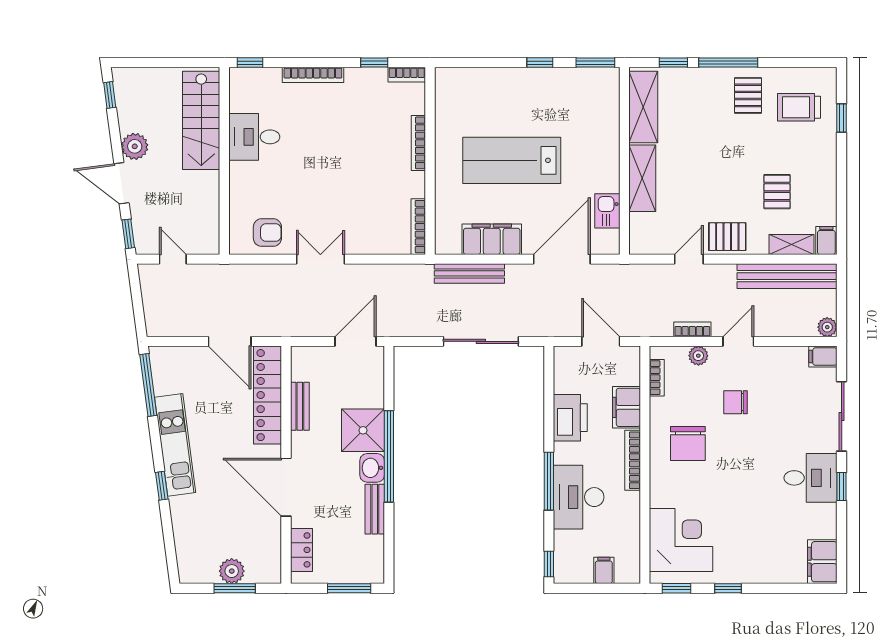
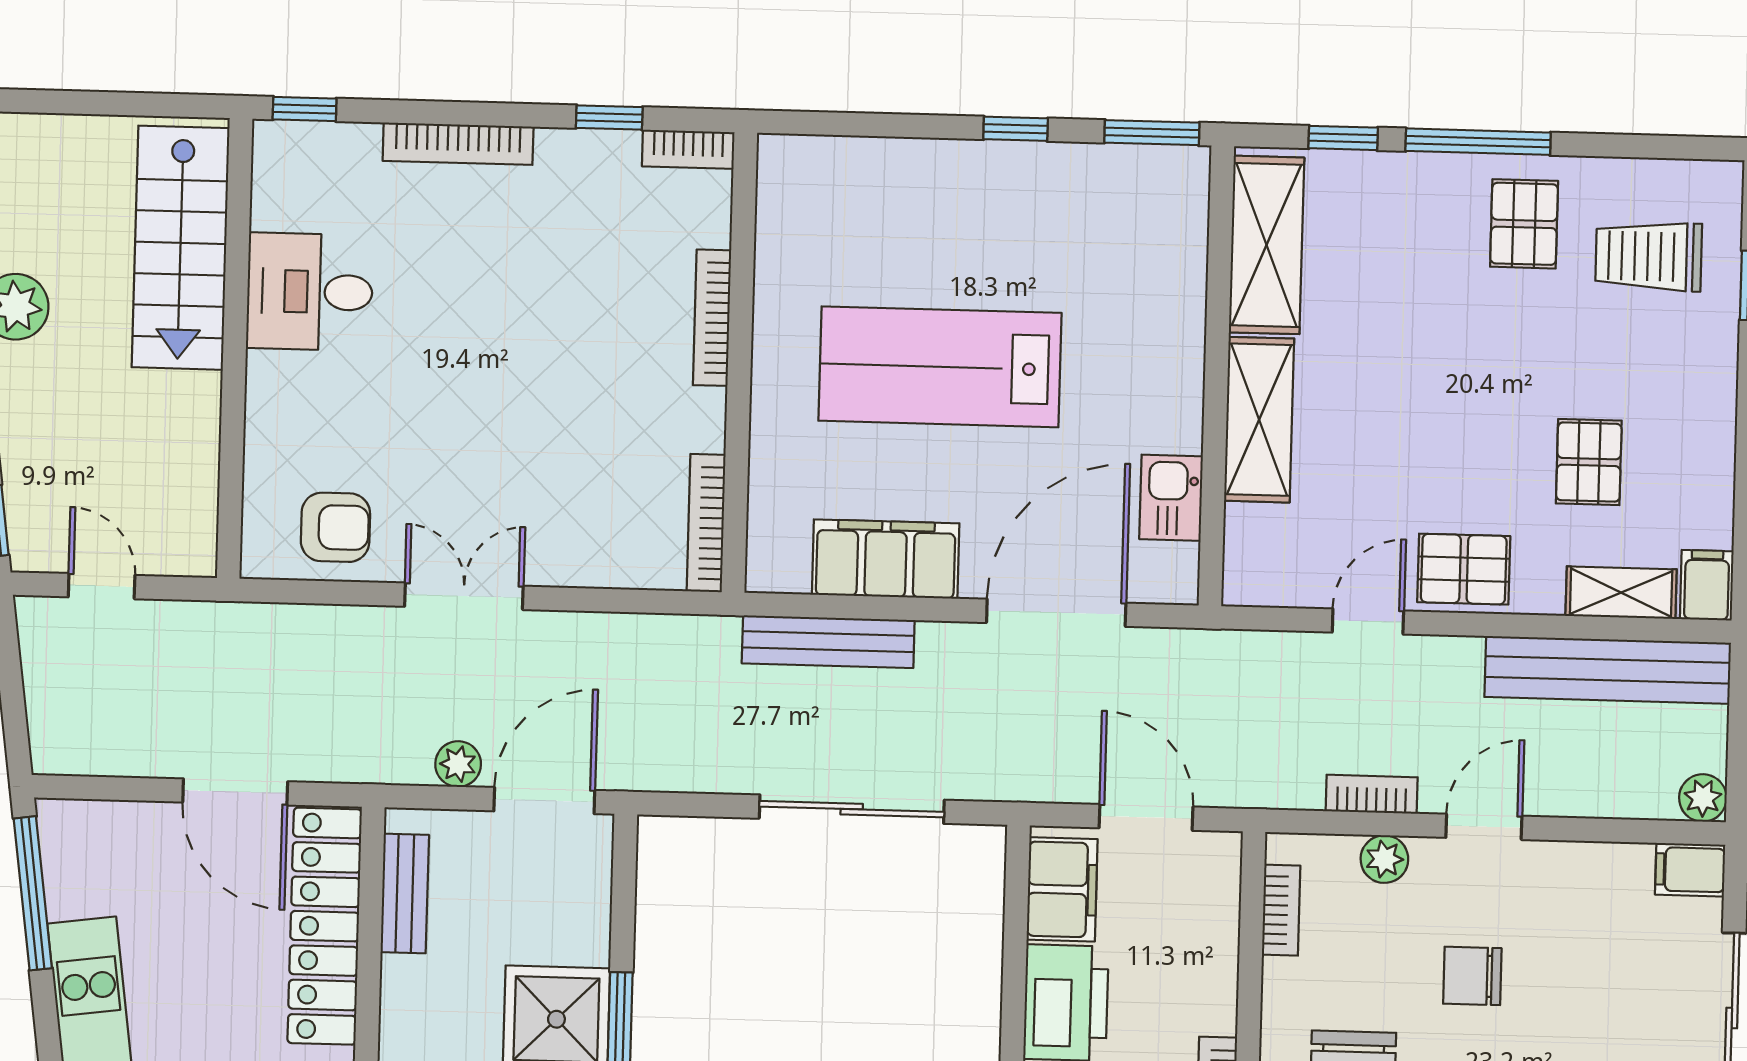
plant: (320, 328) -> (458, 764), added
bench: (300, 406) -> (405, 894), moved
filing cabinet: (626, 407) -> (1062, 889), moved, turned 180

